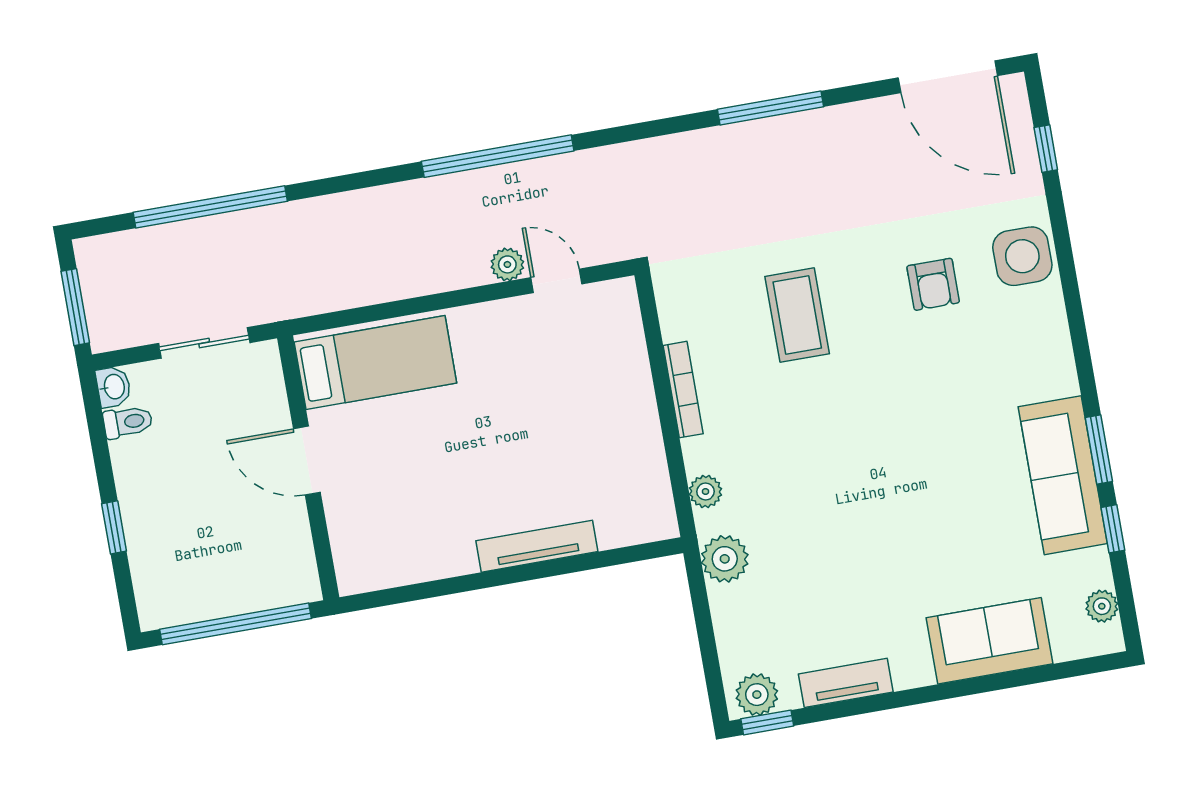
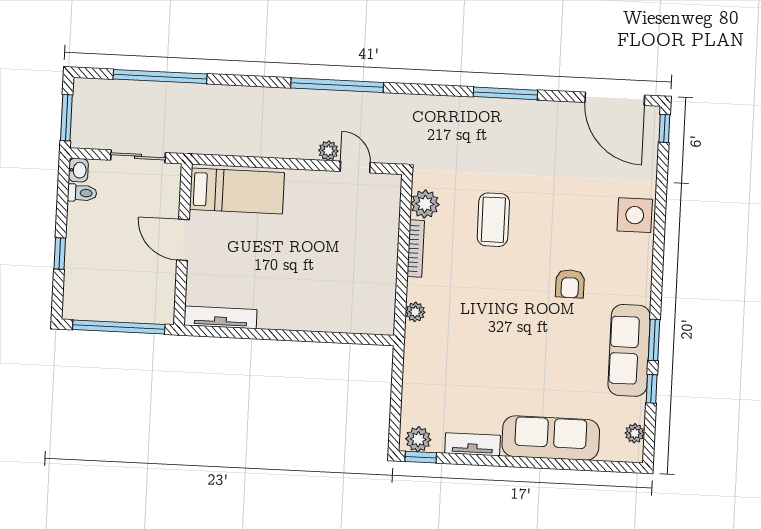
window: (1046, 149) -> (664, 128), moved
armchair: (933, 284) -> (570, 284), moved
tv unit: (537, 546) -> (221, 317), moved
plant: (725, 559) -> (425, 204), moved
sofa: (989, 641) -> (551, 438), width x1.36

